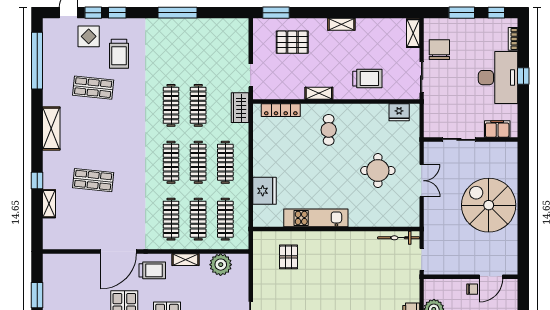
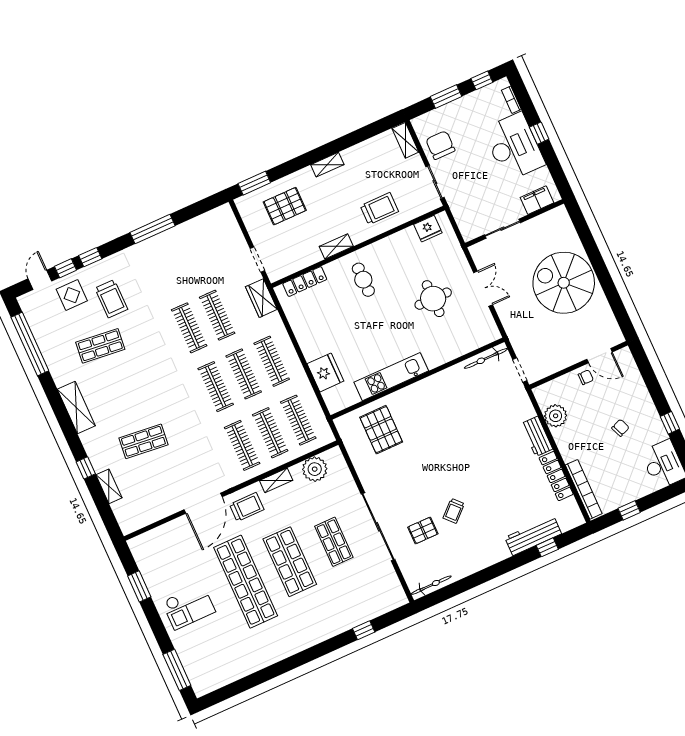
pallet: (289, 257) -> (381, 430), width x1.50, depth x1.42
door: (491, 277) -> (600, 356), hinge flipped

